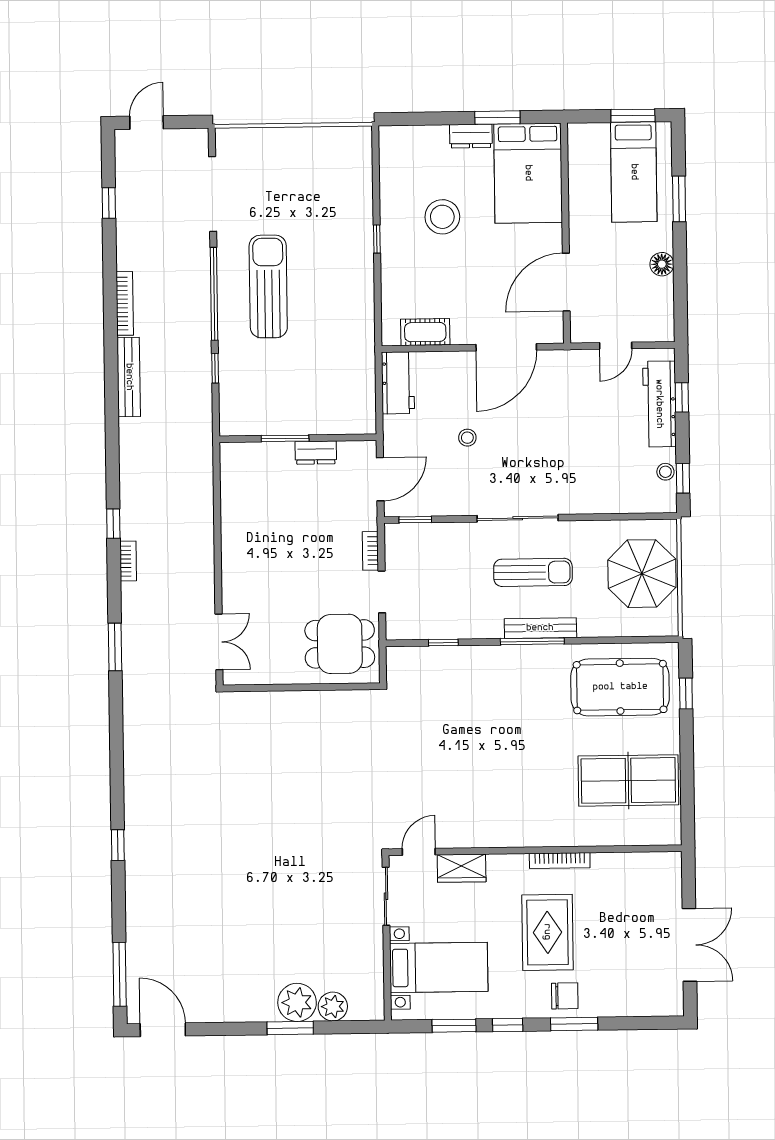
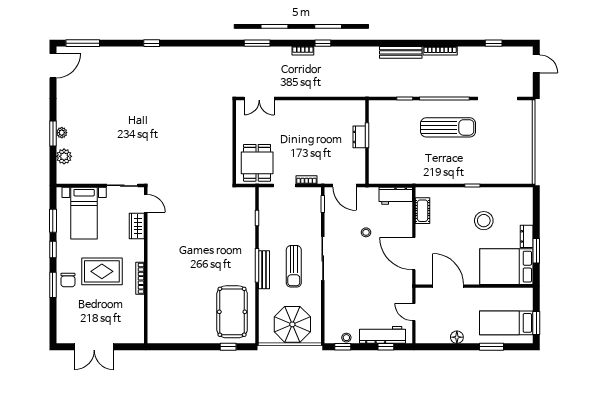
dresser: (316, 453) -> (359, 137), moved
table tennis table: (628, 780) -> (182, 316), removed
plant: (297, 1002) -> (62, 133), width x0.53, depth x0.53

